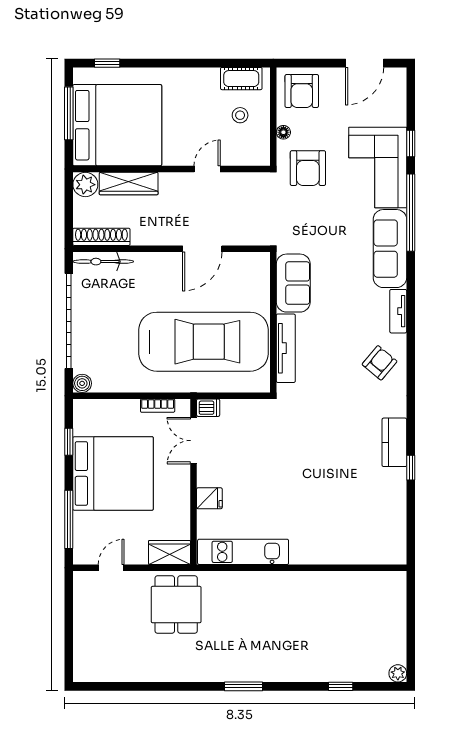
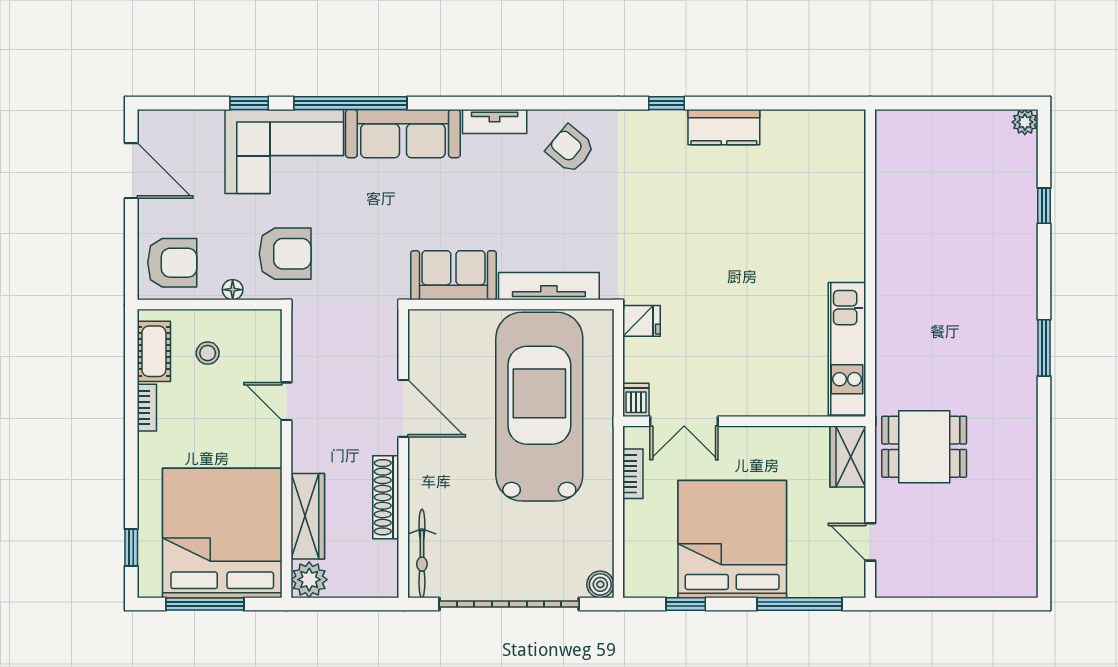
bookcase: (203, 74) -> (147, 408), added
shoe rack: (101, 237) -> (386, 497), moved
kitchen counter: (394, 442) -> (724, 127), moved
window: (411, 468) -> (666, 103), moved
fridge: (209, 498) -> (642, 321), moved, turned 90

